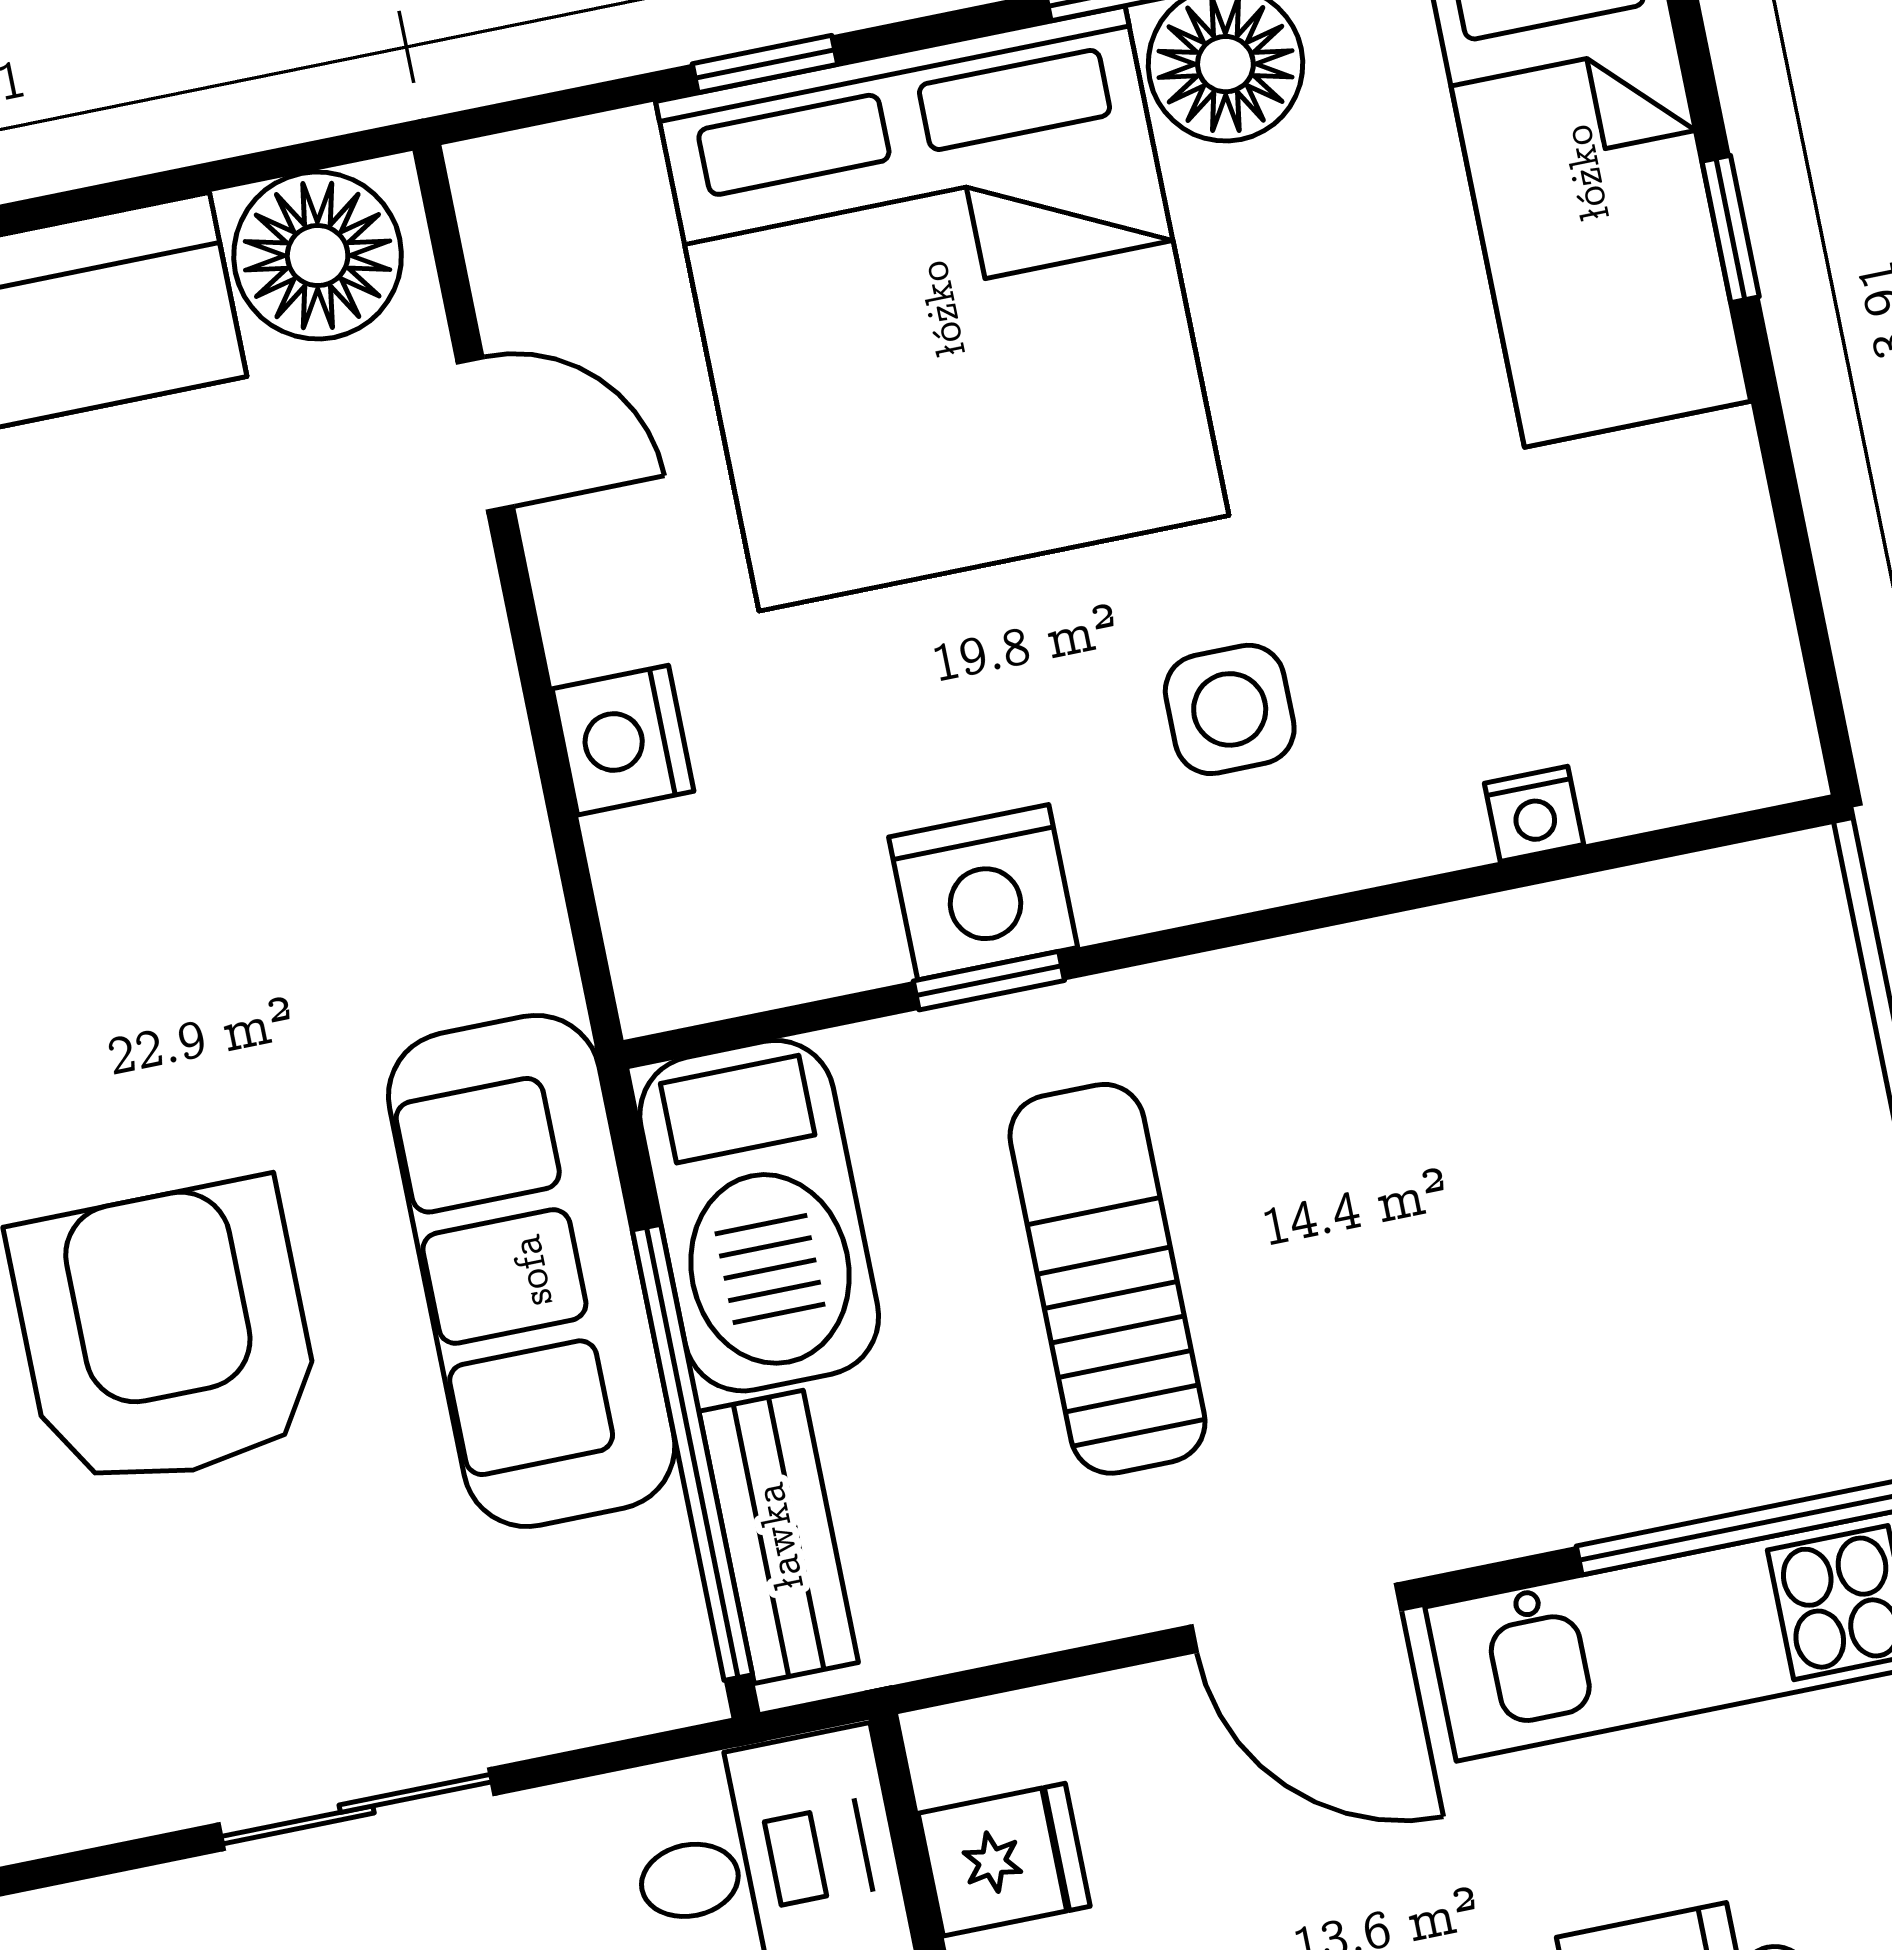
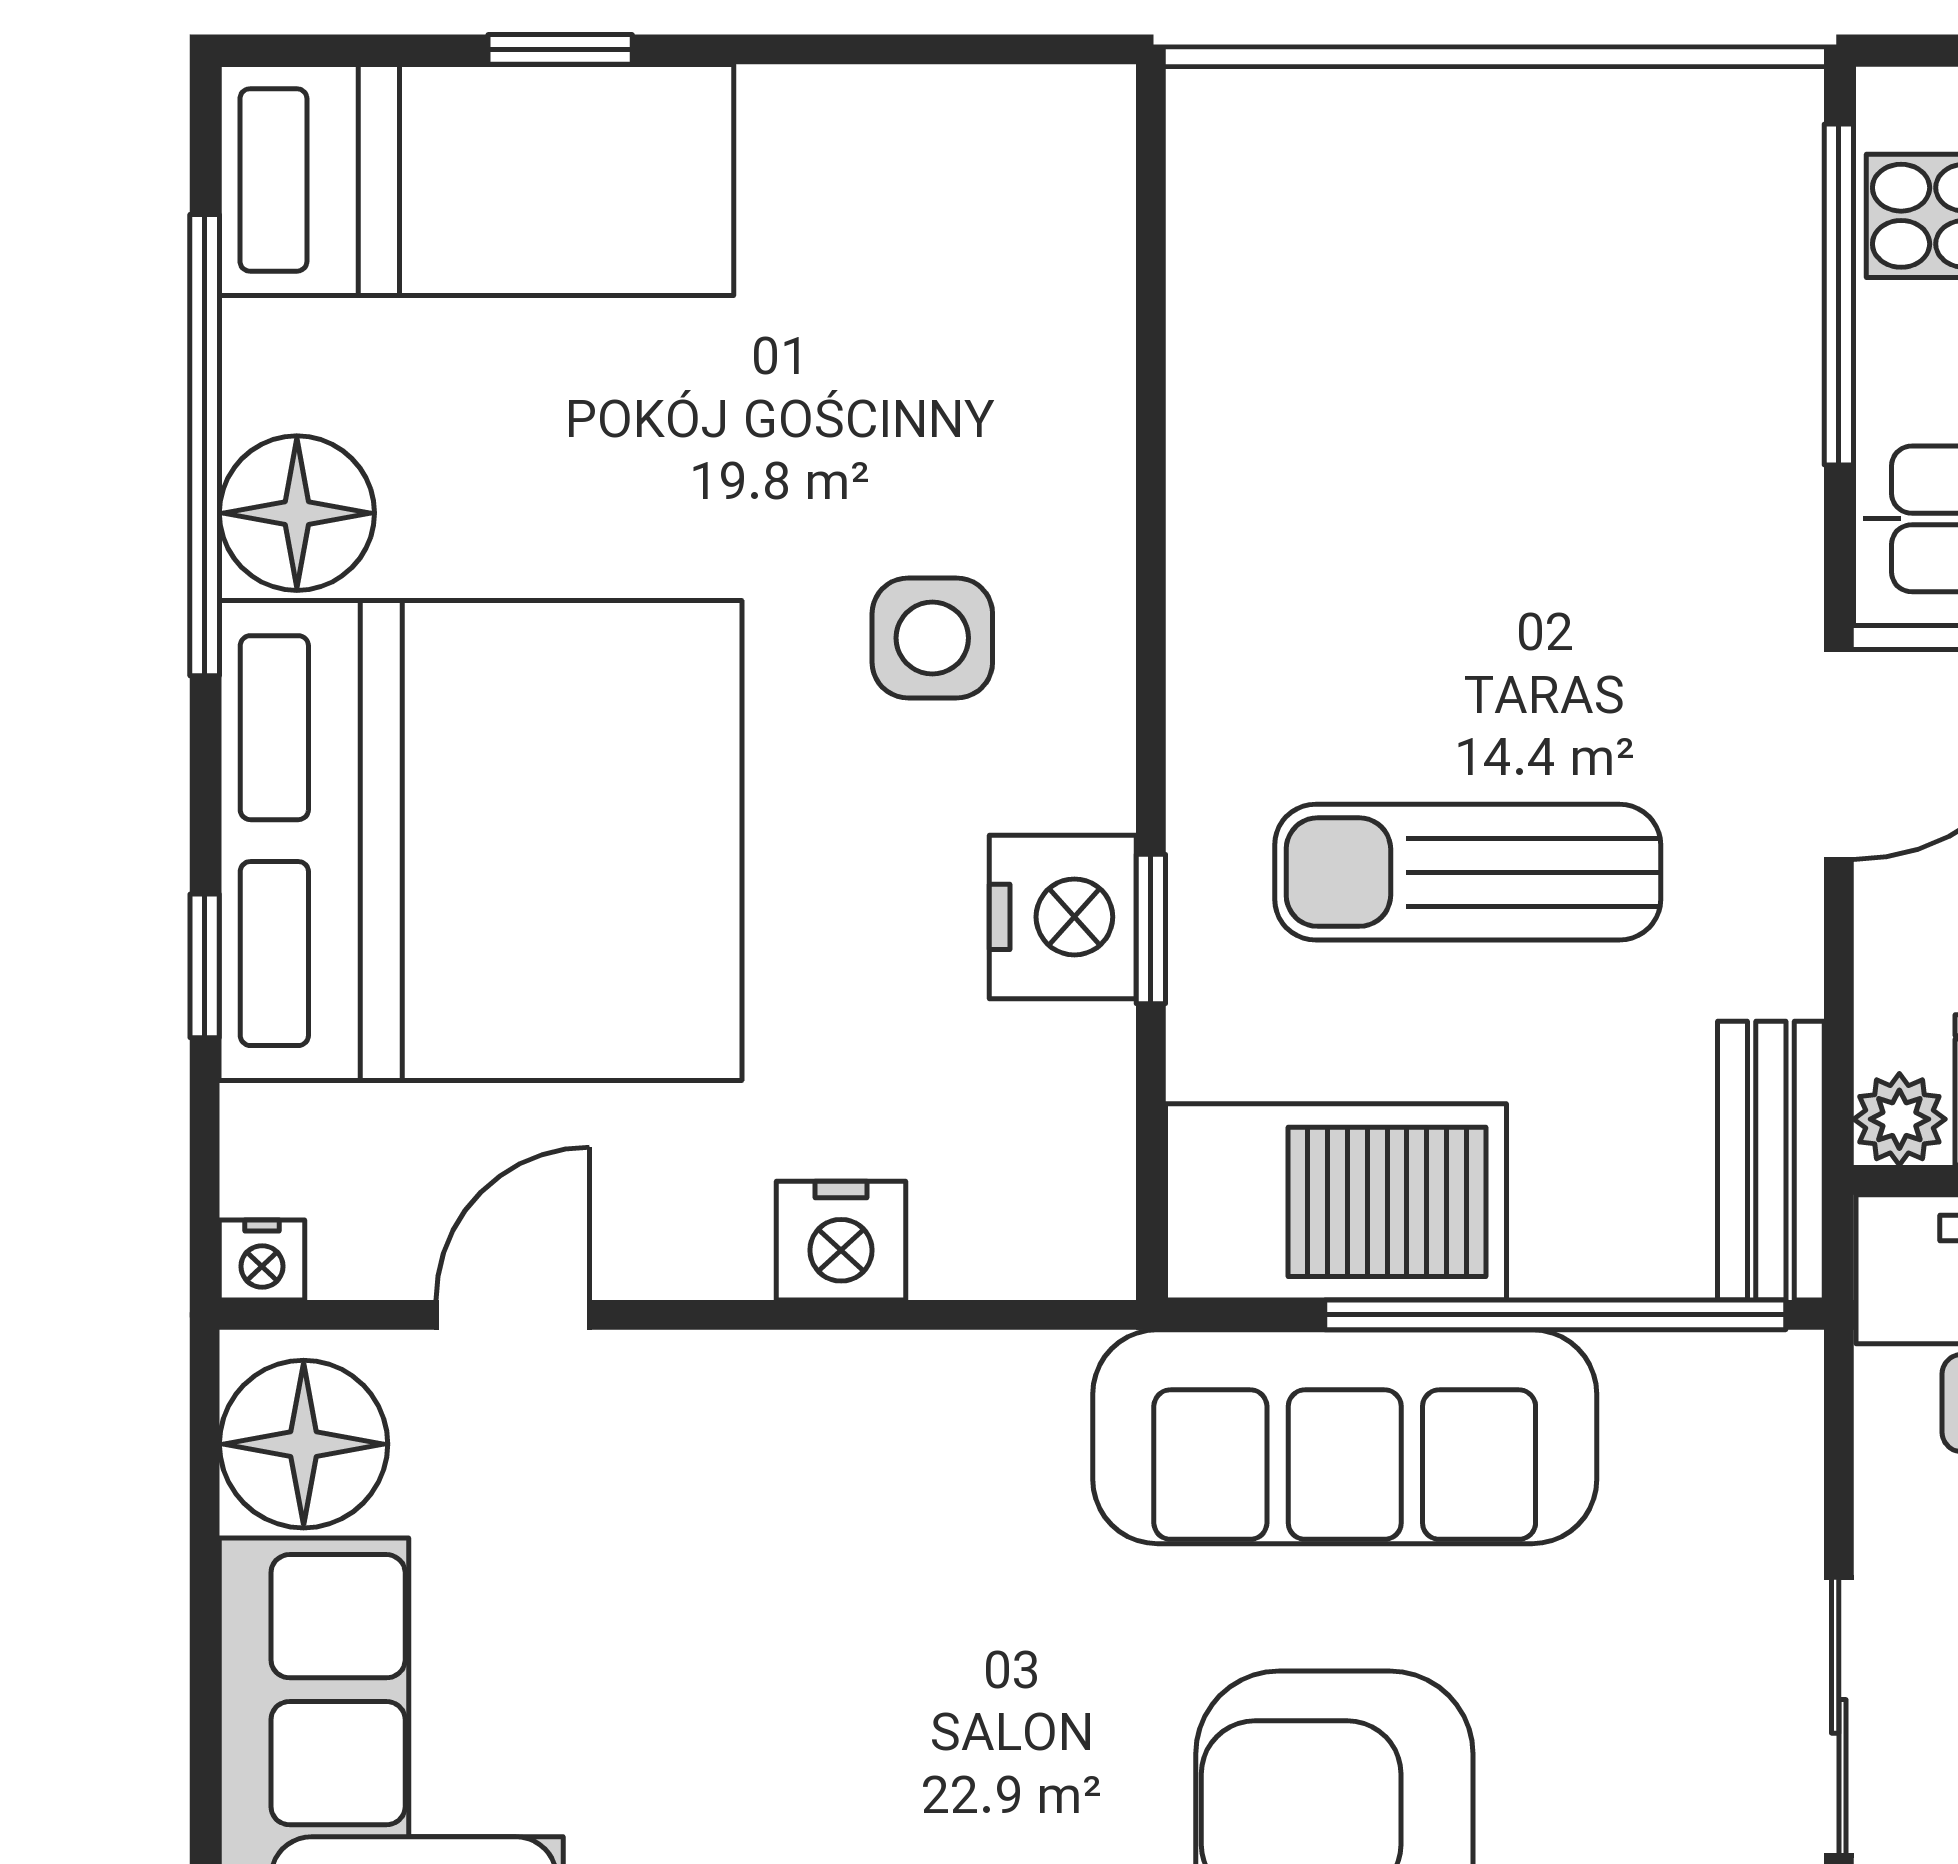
nightstand: (1534, 814) -> (262, 1260), moved, turned 90
bench: (779, 1537) -> (1771, 1161), moved, turned 90
plant: (952, 1750) -> (1899, 1119), added

